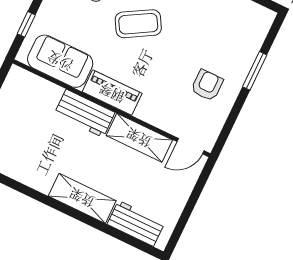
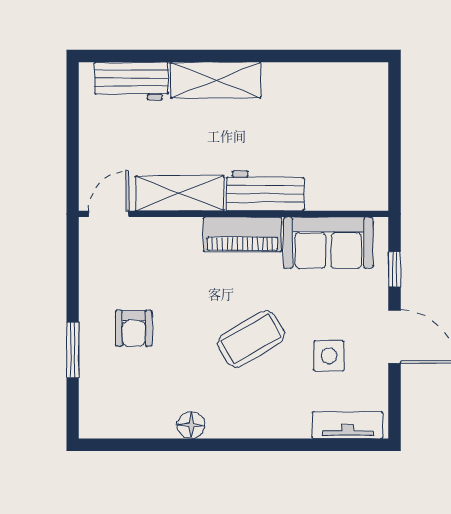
armchair: (207, 85) -> (134, 328), moved

